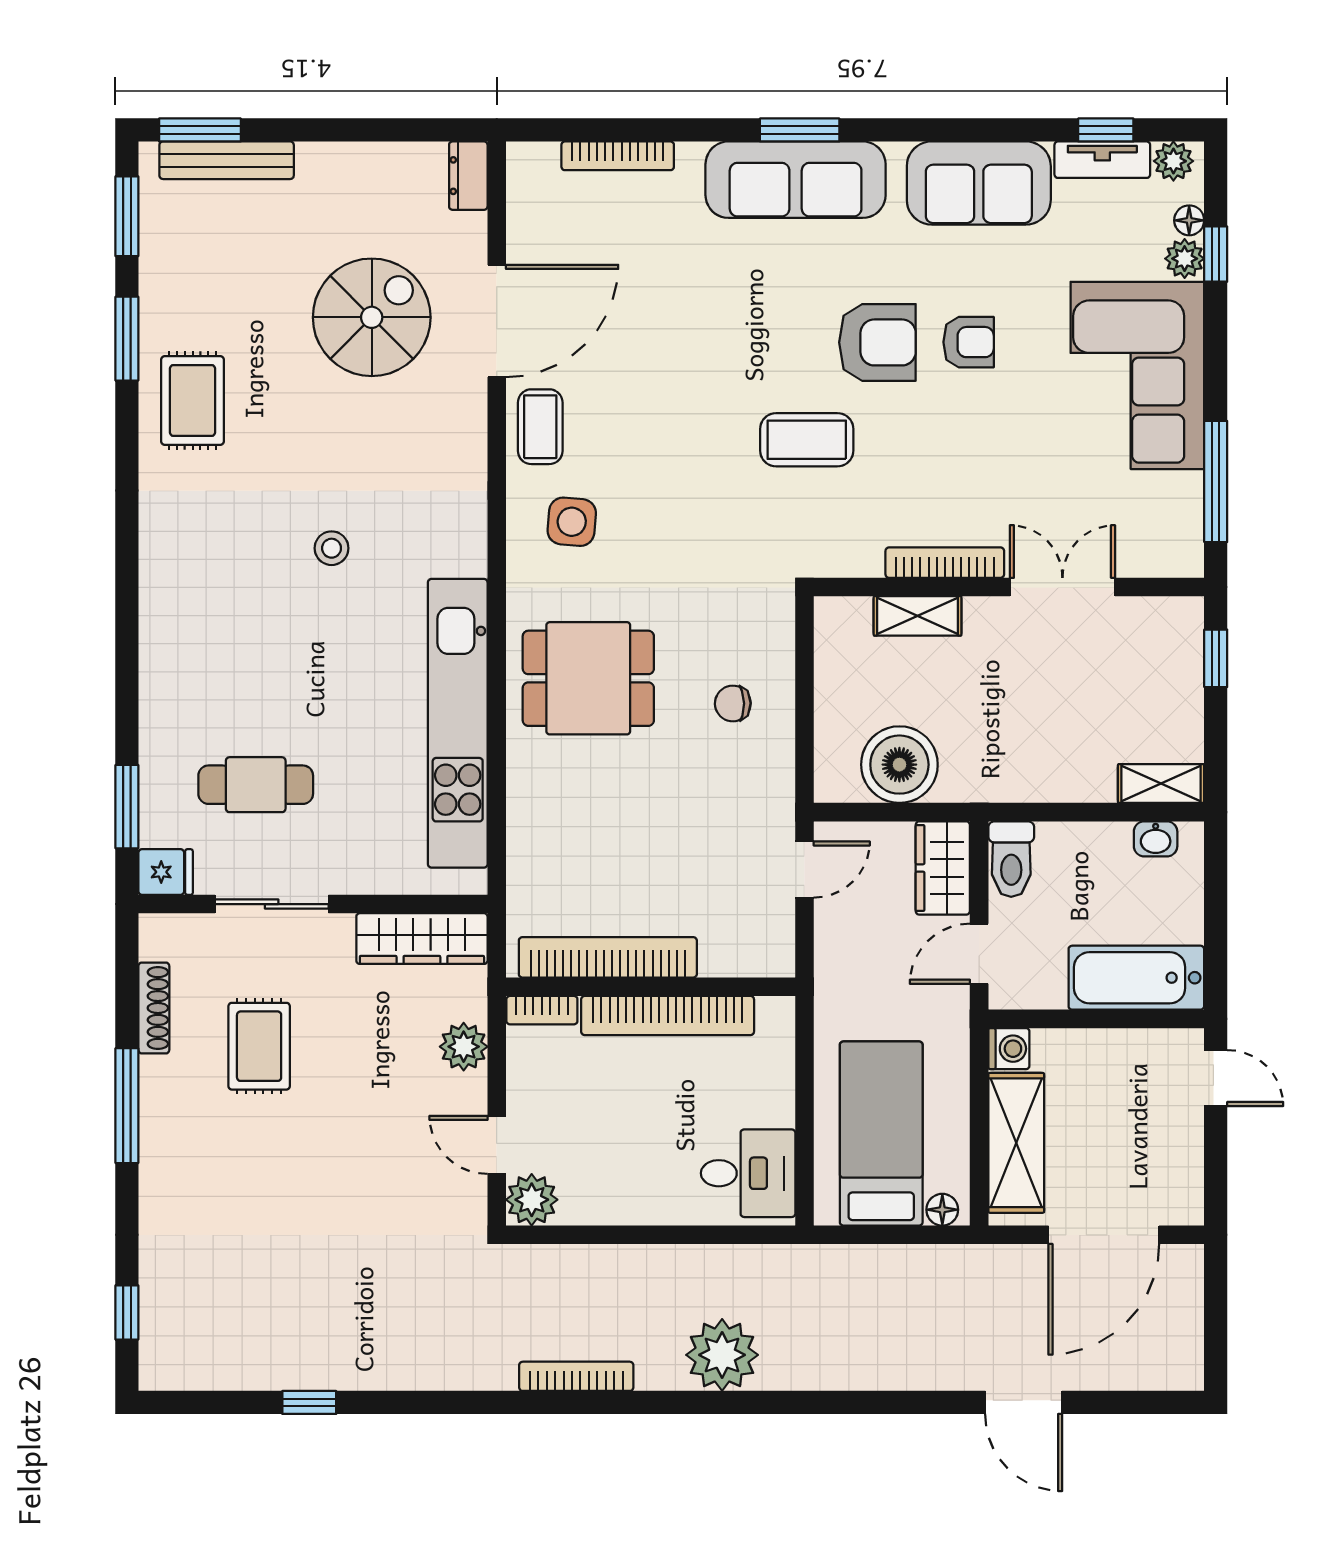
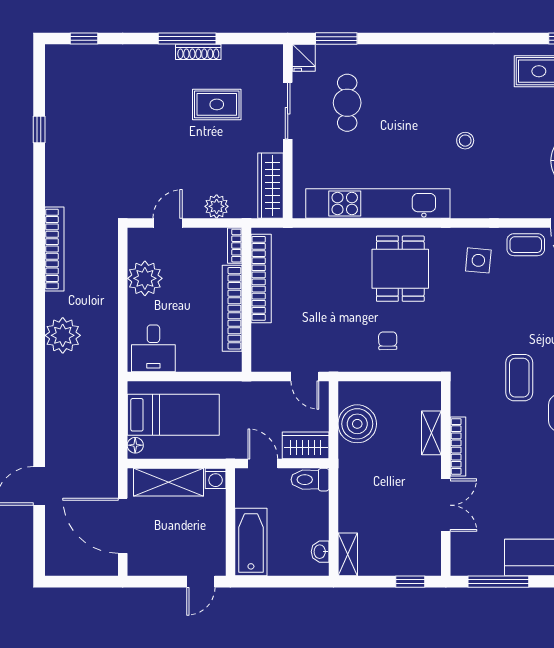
shoe rack: (154, 1008) -> (198, 52), moved
plant: (532, 1200) -> (145, 278), moved, width x1.36, depth x1.36
bookcase: (576, 1376) -> (54, 249), width x1.48, depth x1.31

